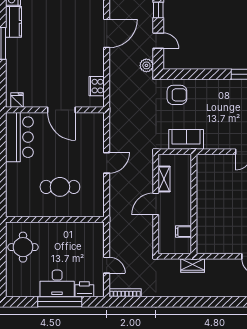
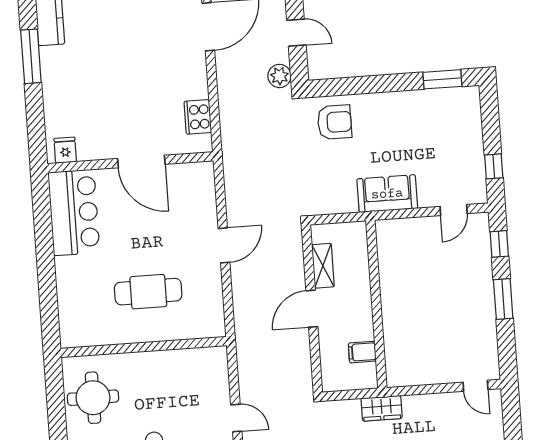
sofa: (186, 139) -> (387, 194), moved

